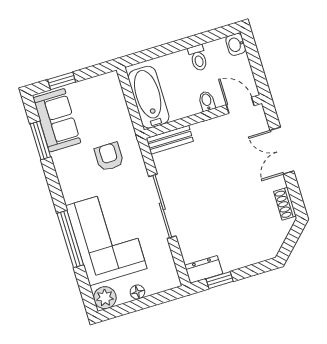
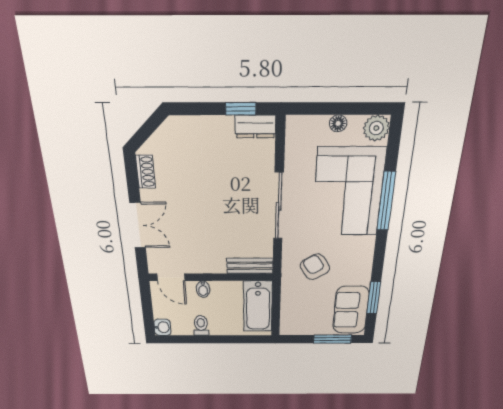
window: (62, 81) -> (333, 339), width x1.50
armchair: (109, 157) -> (315, 267), turned 149

